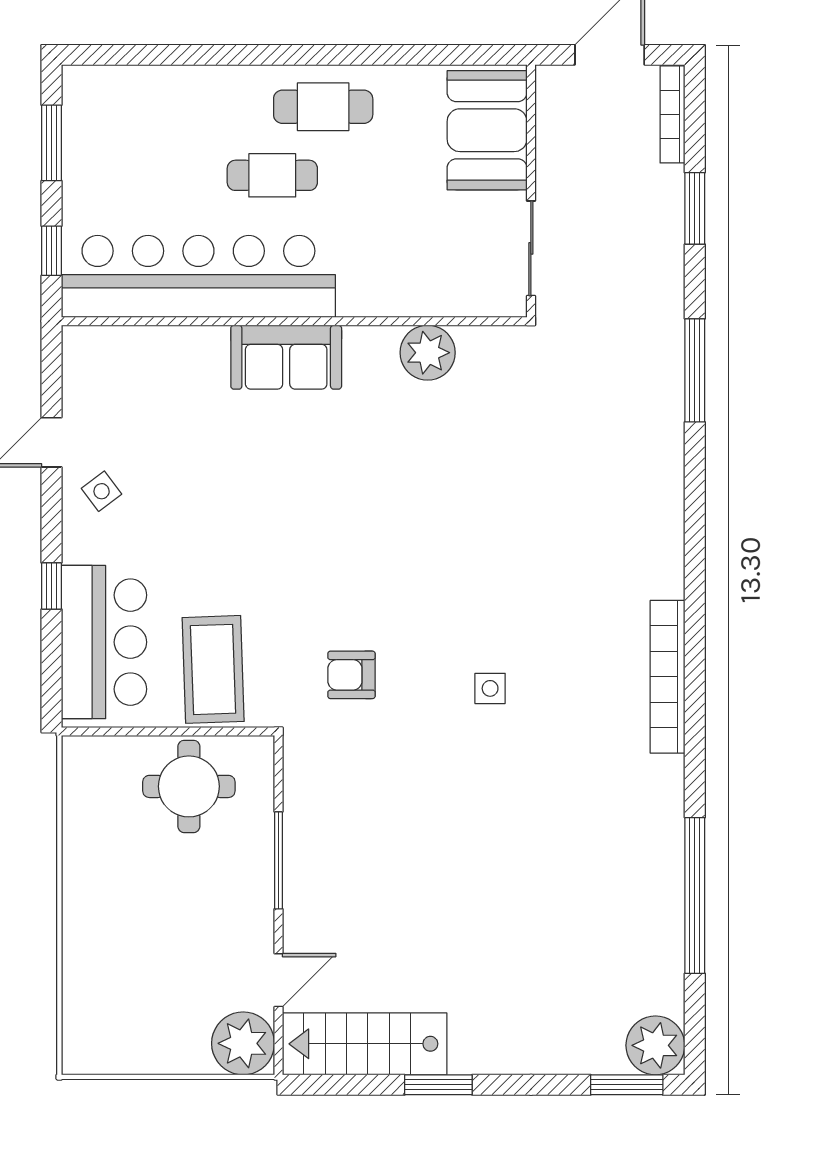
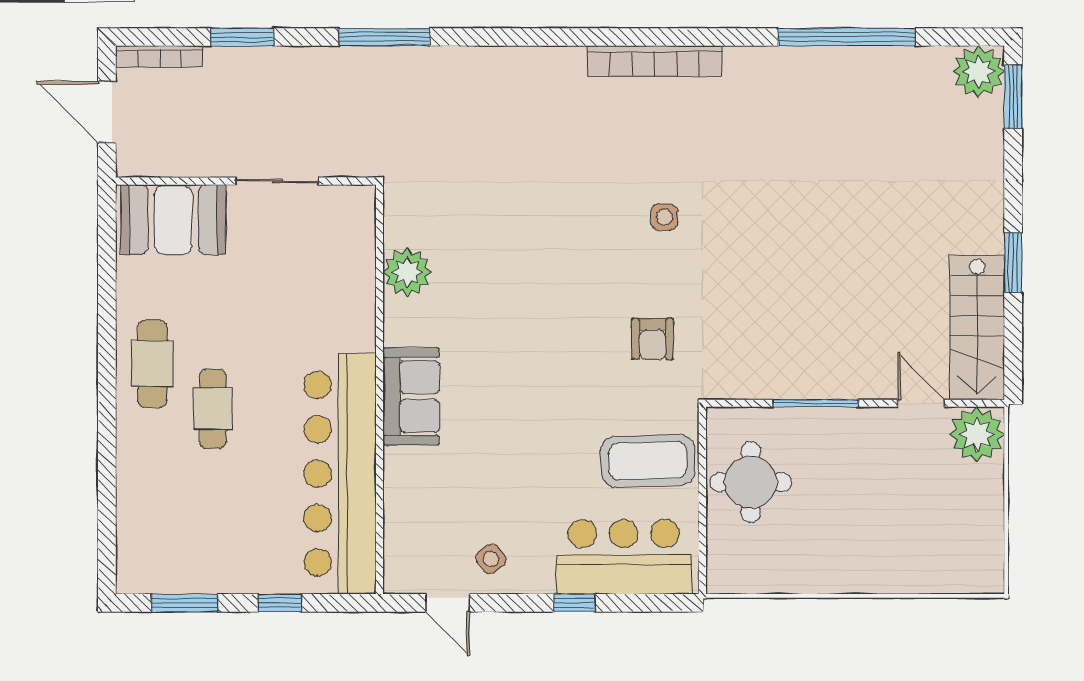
bar counter: (198, 276) -> (340, 474), moved
wall: (294, 321) -> (379, 389), moved
plant: (428, 353) -> (407, 272), moved
sofa: (286, 357) -> (411, 396), moved

